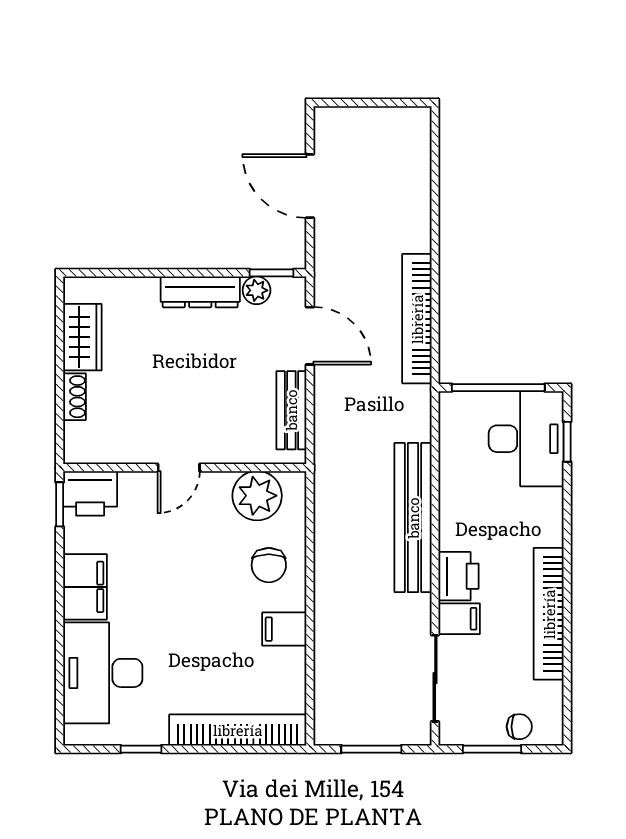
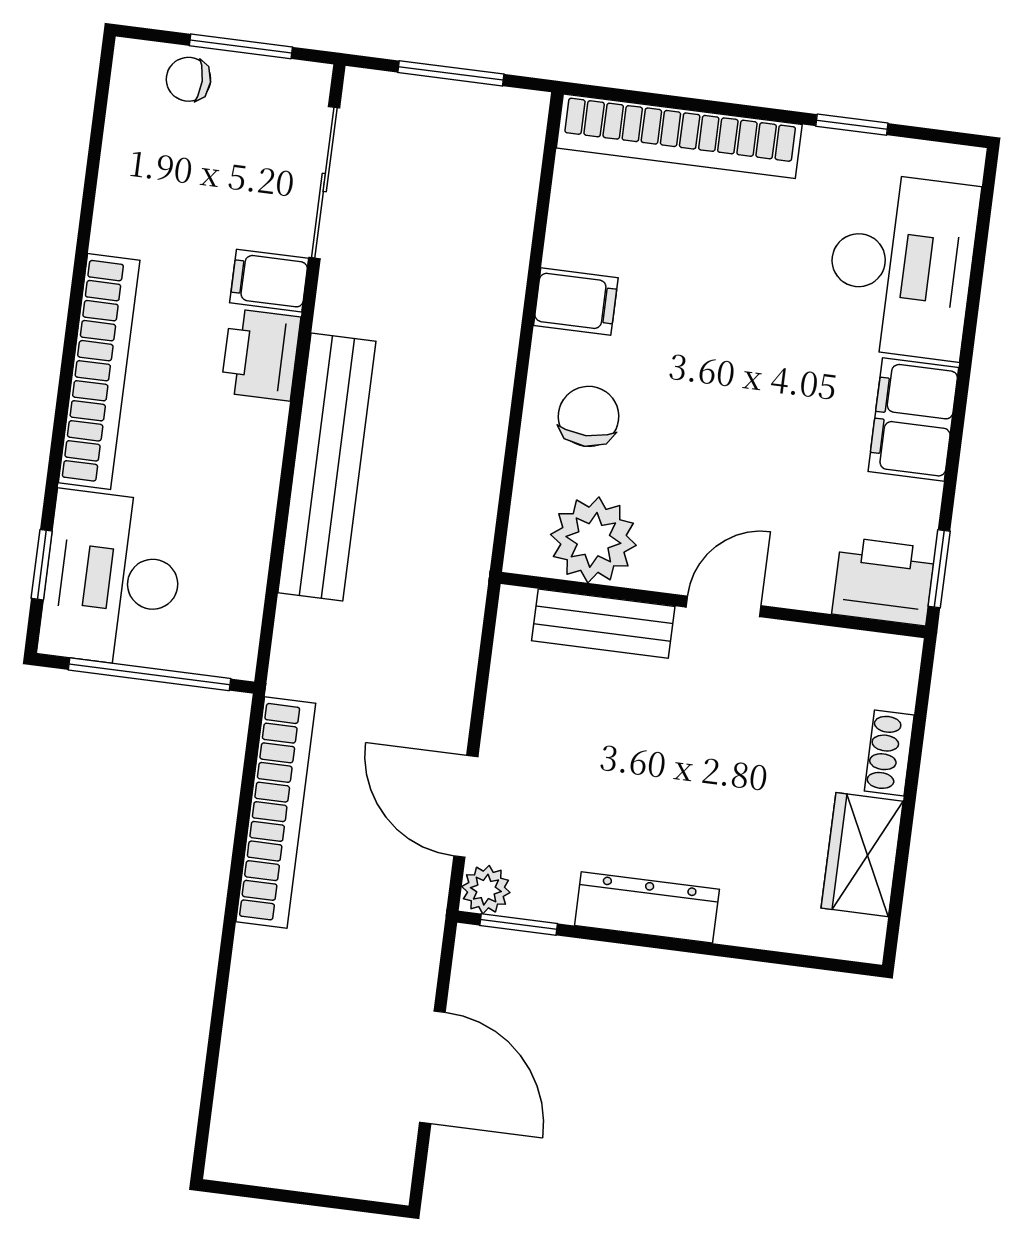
plant: (257, 290) -> (486, 890), moved
bench: (291, 410) -> (603, 624), moved, turned 90
bookcase: (549, 614) -> (99, 372), moved

